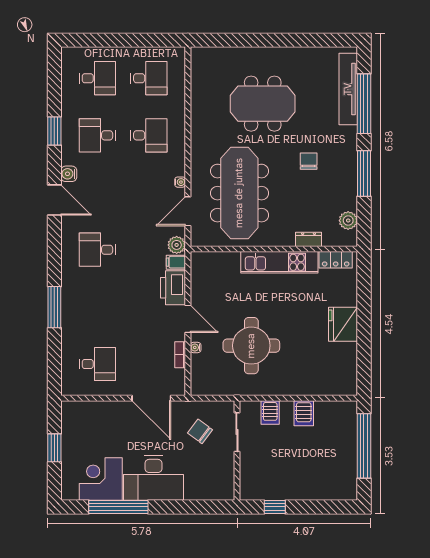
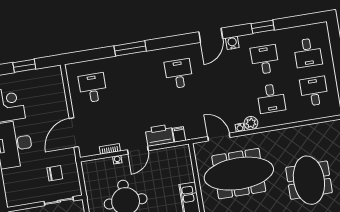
desk: (149, 78) -> (314, 91), turned 180
plant: (177, 245) -> (251, 123), moved
desk: (97, 364) -> (93, 88), turned 180
chair: (200, 431) -> (55, 173), turned 53

